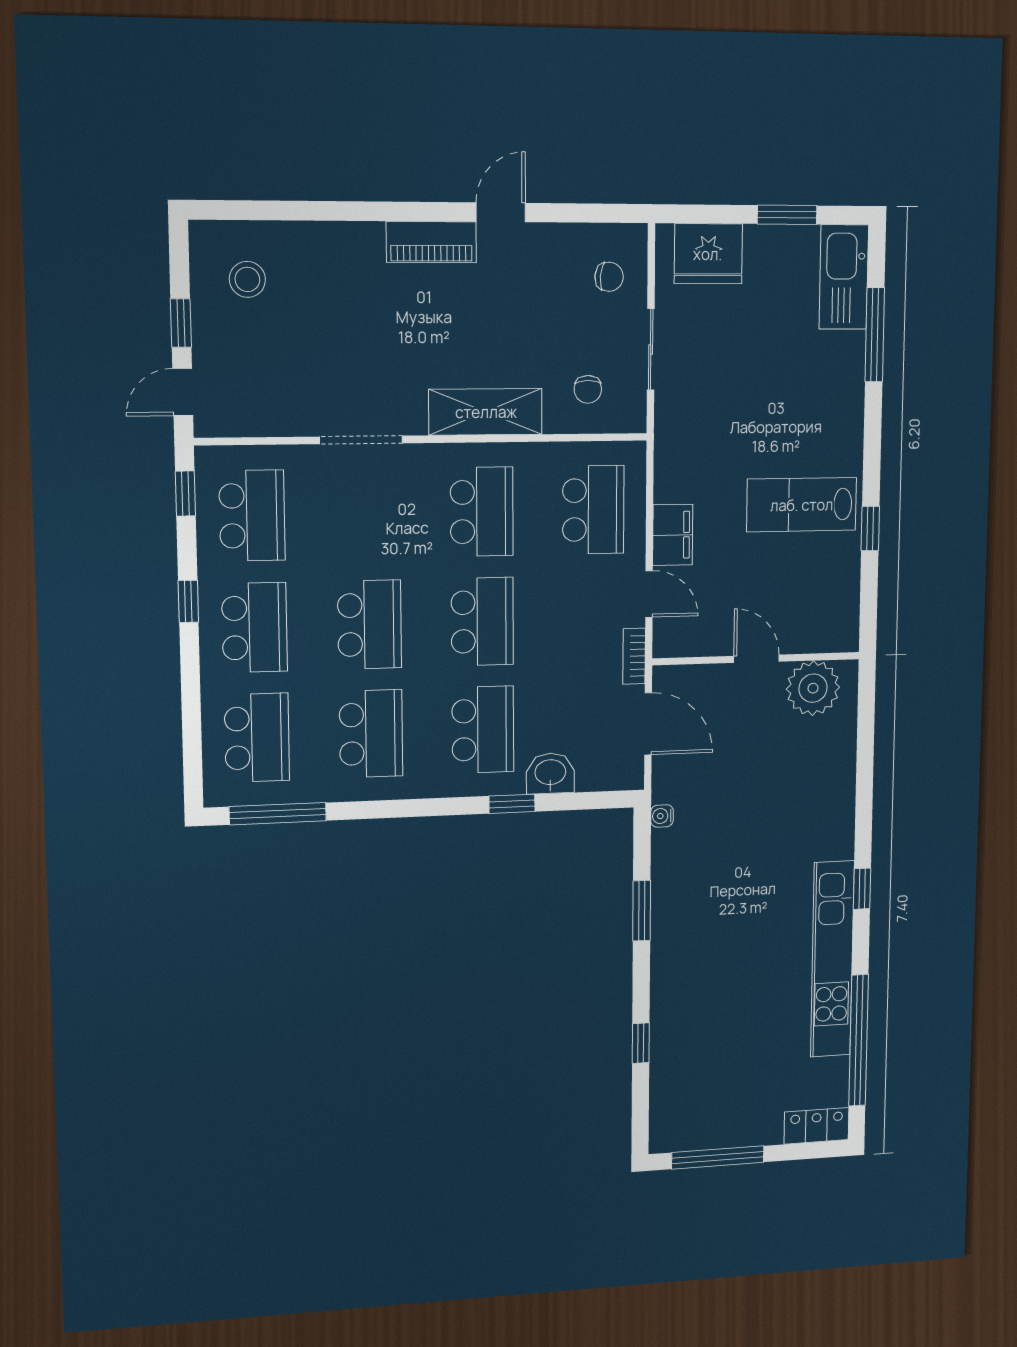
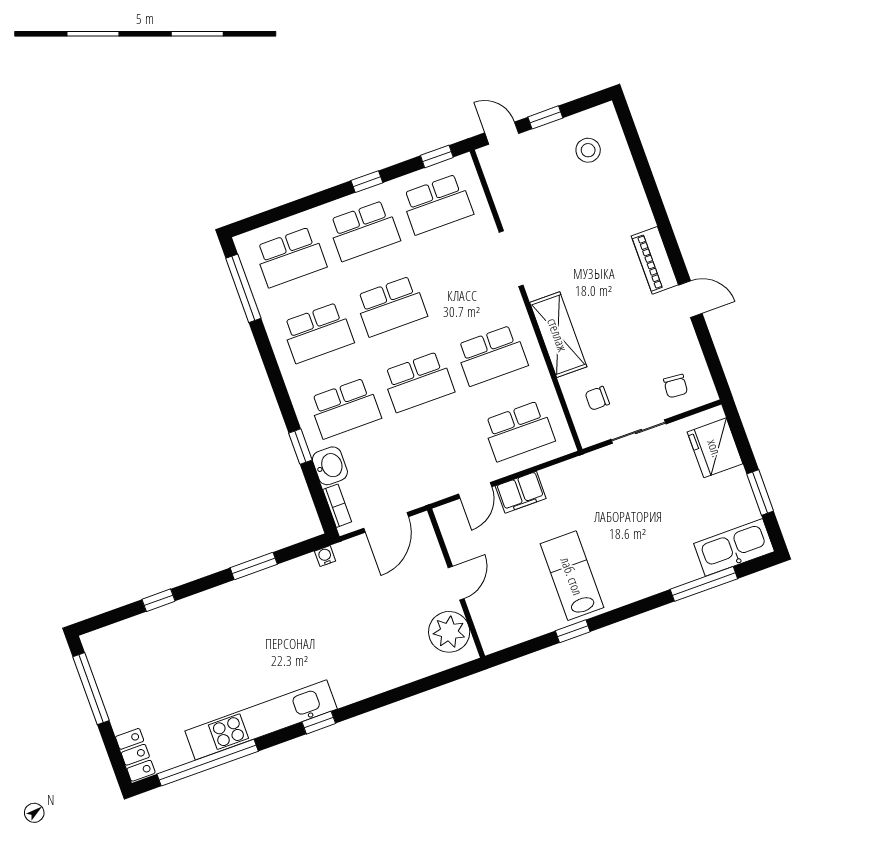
bookcase: (634, 656) -> (337, 506), moved, turned 90

